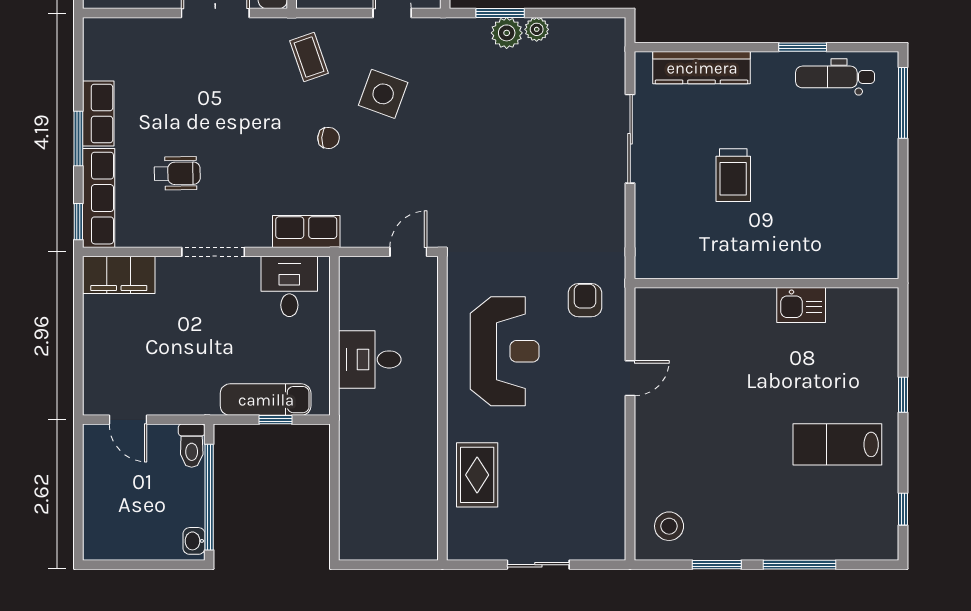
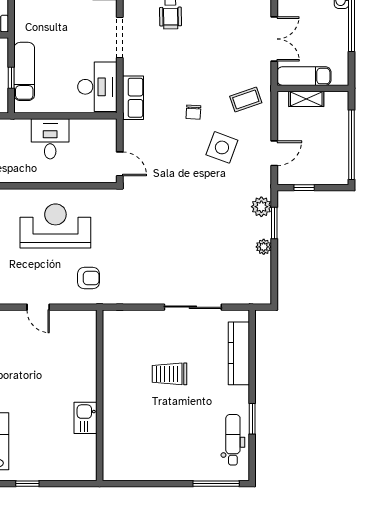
plant: (507, 33) -> (261, 207), moved
desk: (289, 286) -> (97, 87), width x1.37
reception desk: (505, 351) -> (55, 226), turned 180

